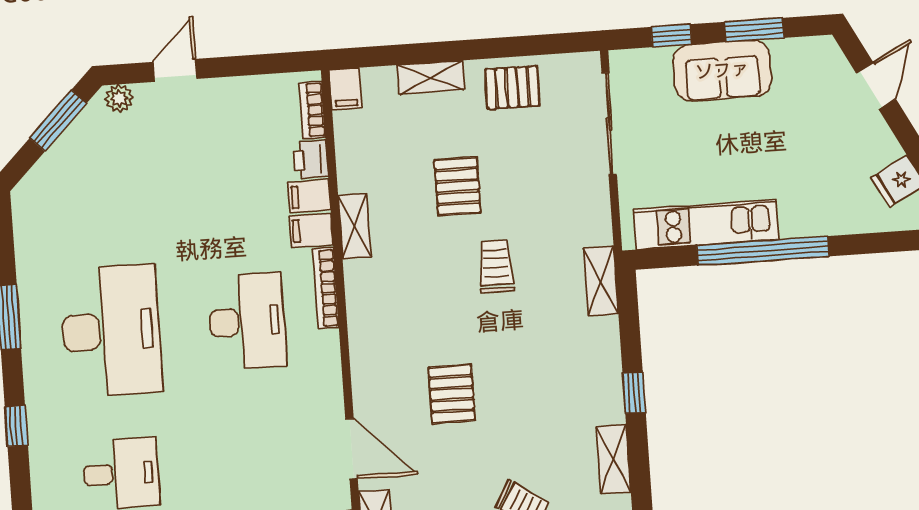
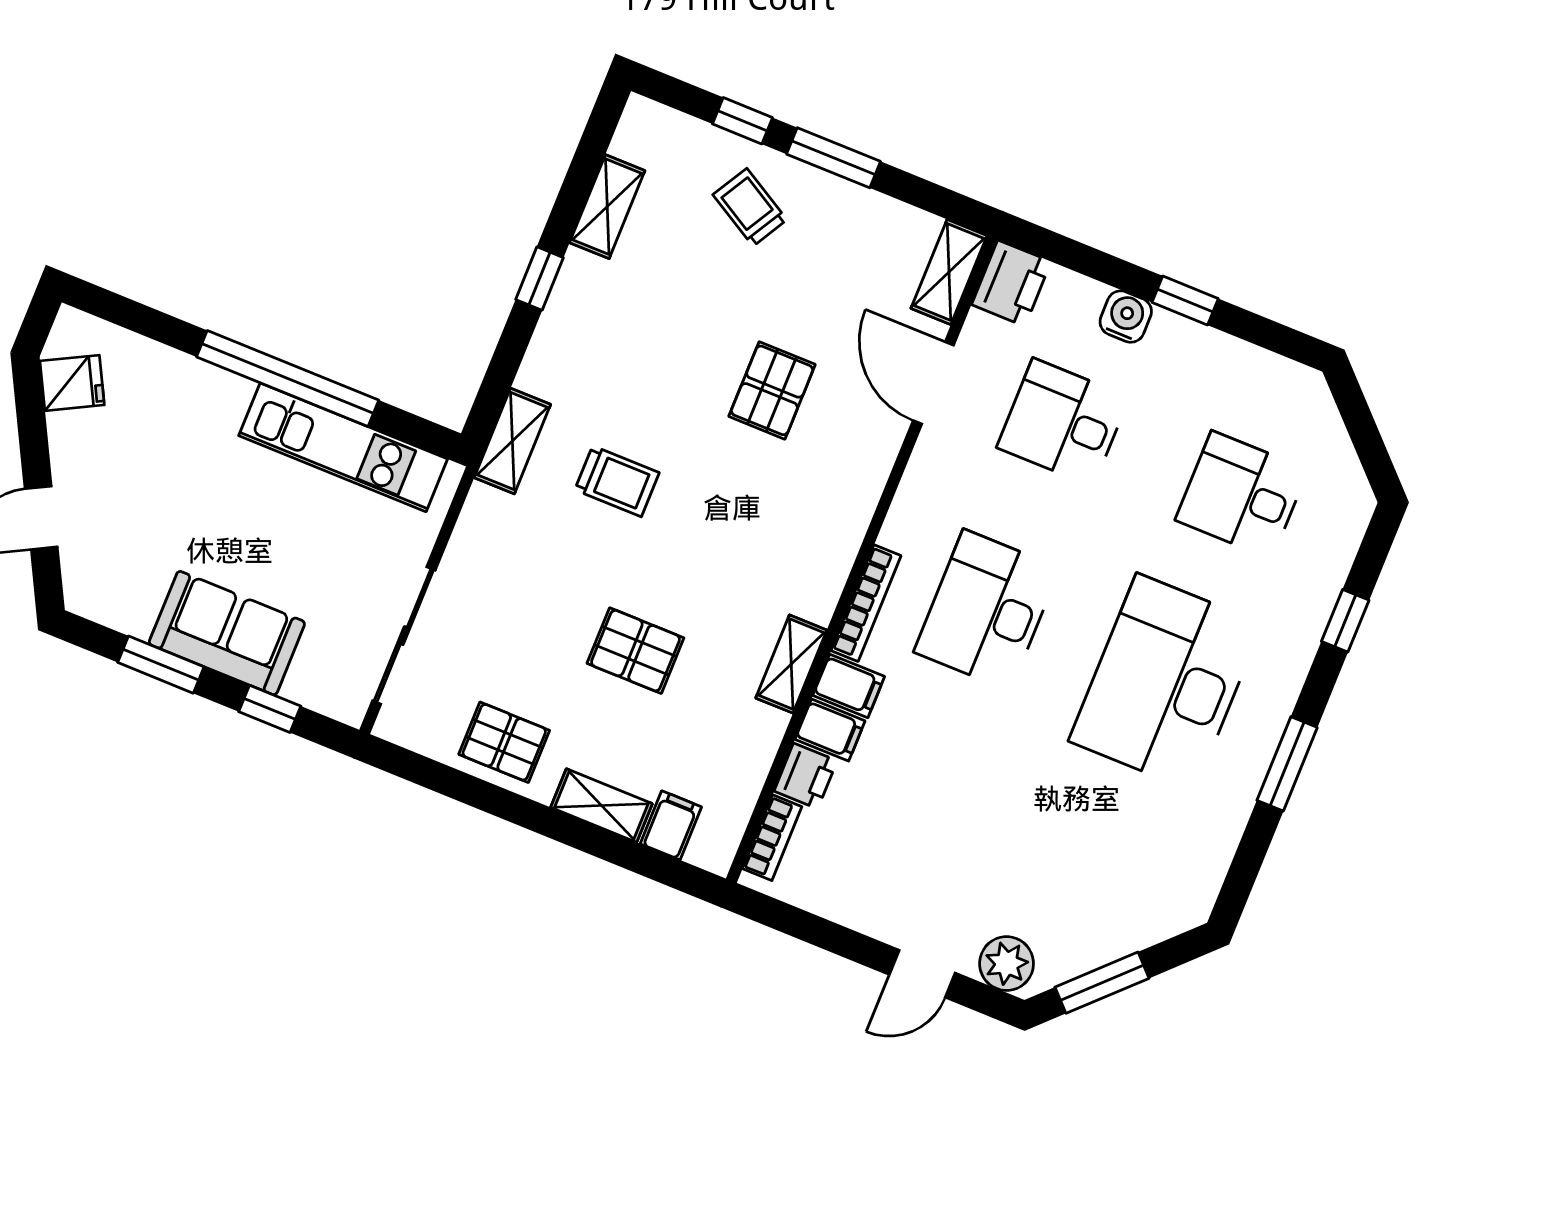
filing cabinet: (346, 89) -> (671, 825), moved
plant: (119, 98) -> (1007, 964), width x1.38, depth x1.38
pallet: (457, 186) -> (635, 651), turned 90
trolley: (496, 266) -> (617, 481), moved, turned -90
desk: (257, 464) -> (1063, 422), added

